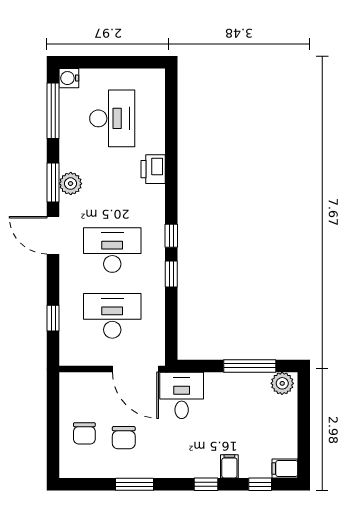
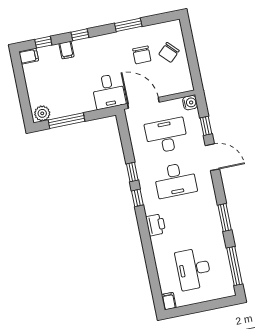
water cooler: (69, 78) -> (190, 103), moved
filing cabinet: (157, 80) -> (169, 301), added
printer: (153, 169) -> (156, 225), moved
plant: (71, 184) -> (213, 219), removed
door: (53, 235) -> (212, 157), moved
desk: (112, 316) -> (166, 136), turned 180
chair: (84, 433) -> (169, 52), turned -134
chair: (124, 438) -> (142, 55), turned 180

